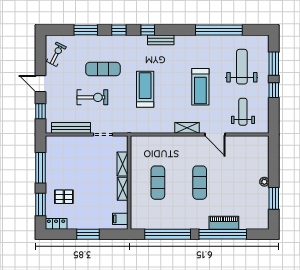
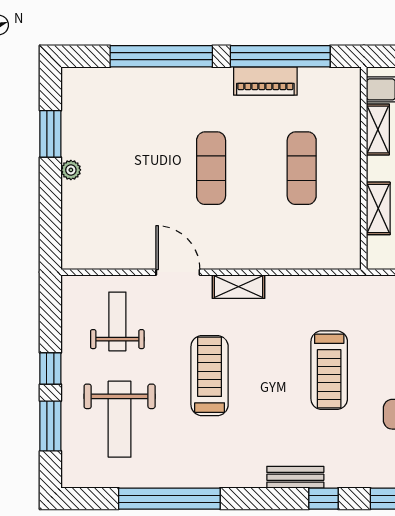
weight bench: (243, 112) -> (117, 321), turned 180
shelving: (123, 189) -> (378, 129), moved
piano: (224, 223) -> (265, 81), moved

